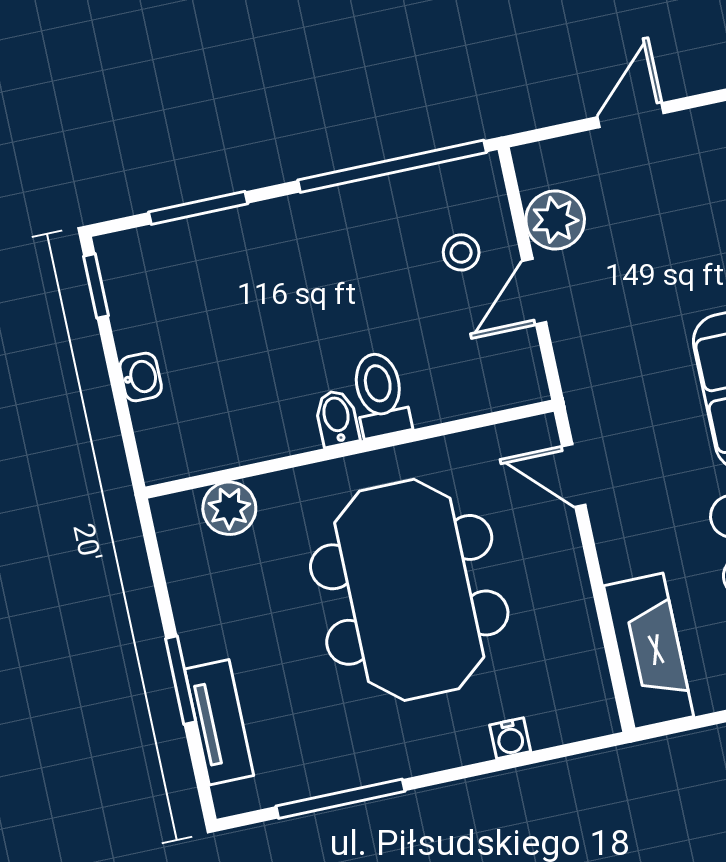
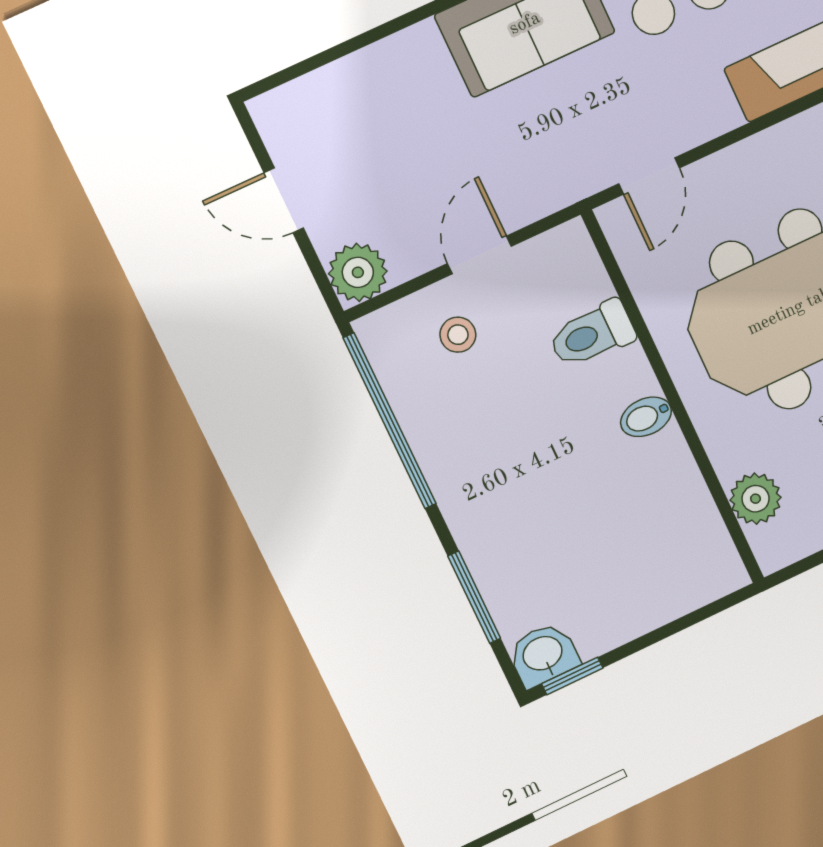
plant: (555, 220) -> (358, 272), moved
door: (534, 292) -> (479, 255), swing flipped
washbasin: (141, 377) -> (543, 655), moved, width x1.38, depth x1.45
toilet: (380, 395) -> (592, 334), moved

